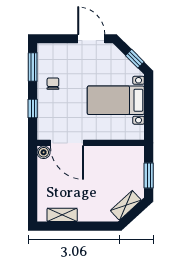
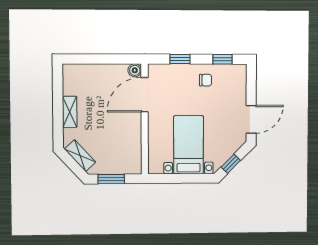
window: (33, 67) -> (223, 59), width x0.67
shelving: (62, 215) -> (70, 112), moved

